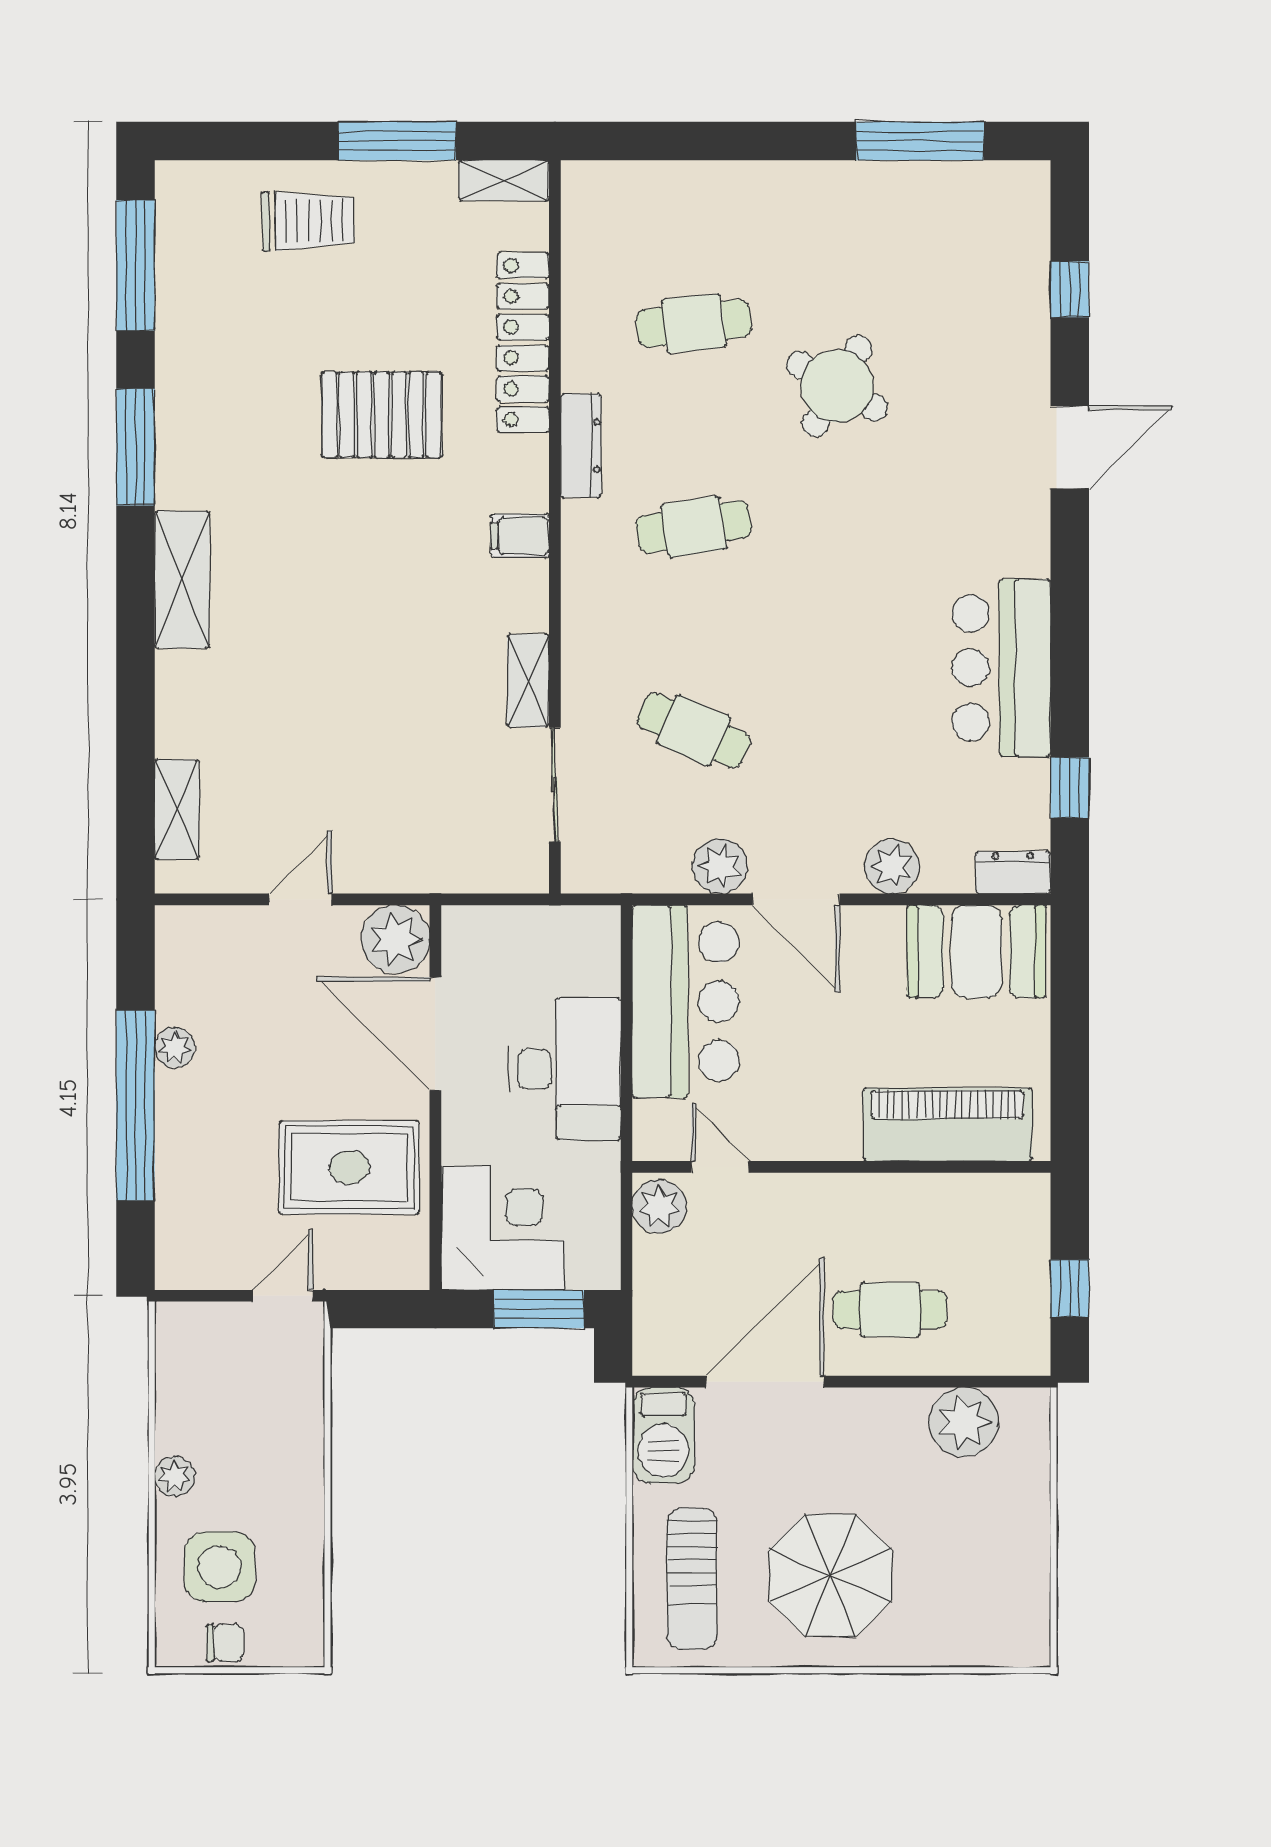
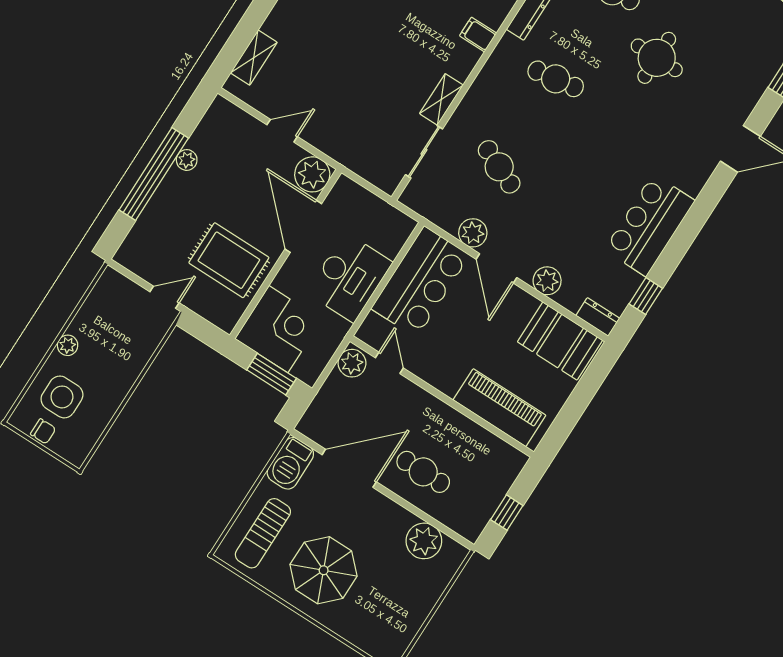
round table: (837, 386) -> (657, 58), turned -30

